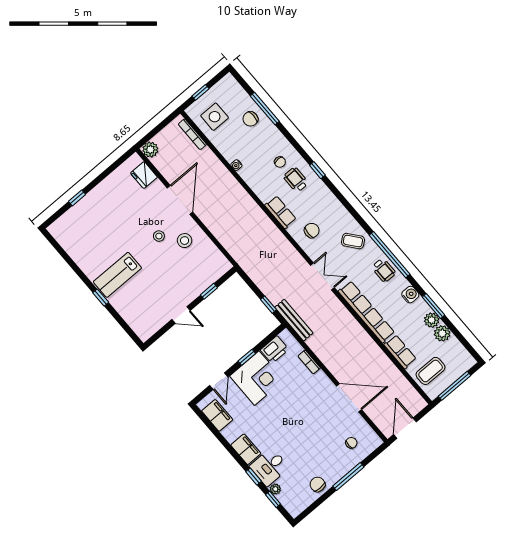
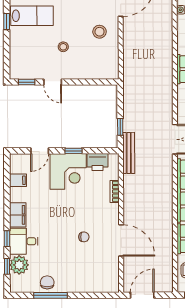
stool: (159, 236) -> (63, 47), moved
lab bench: (117, 275) -> (32, 16), turned 180
window: (209, 291) -> (27, 82), moved
filing cabinet: (217, 415) -> (18, 180), width x0.50
chair: (351, 443) -> (84, 237), moved
window: (348, 476) -> (51, 295), moved
plant: (275, 489) -> (19, 265), width x1.88, depth x1.88

